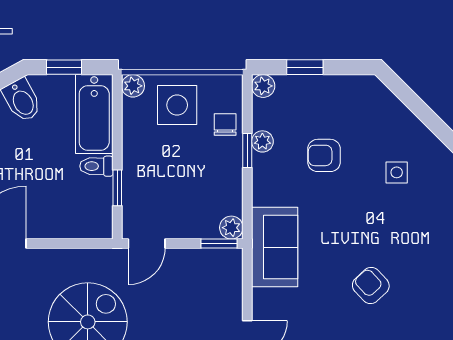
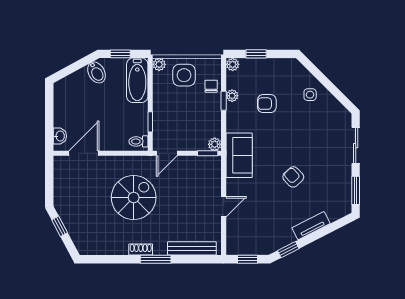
toilet: (96, 166) -> (138, 141), moved
side table: (397, 172) -> (310, 95), moved

